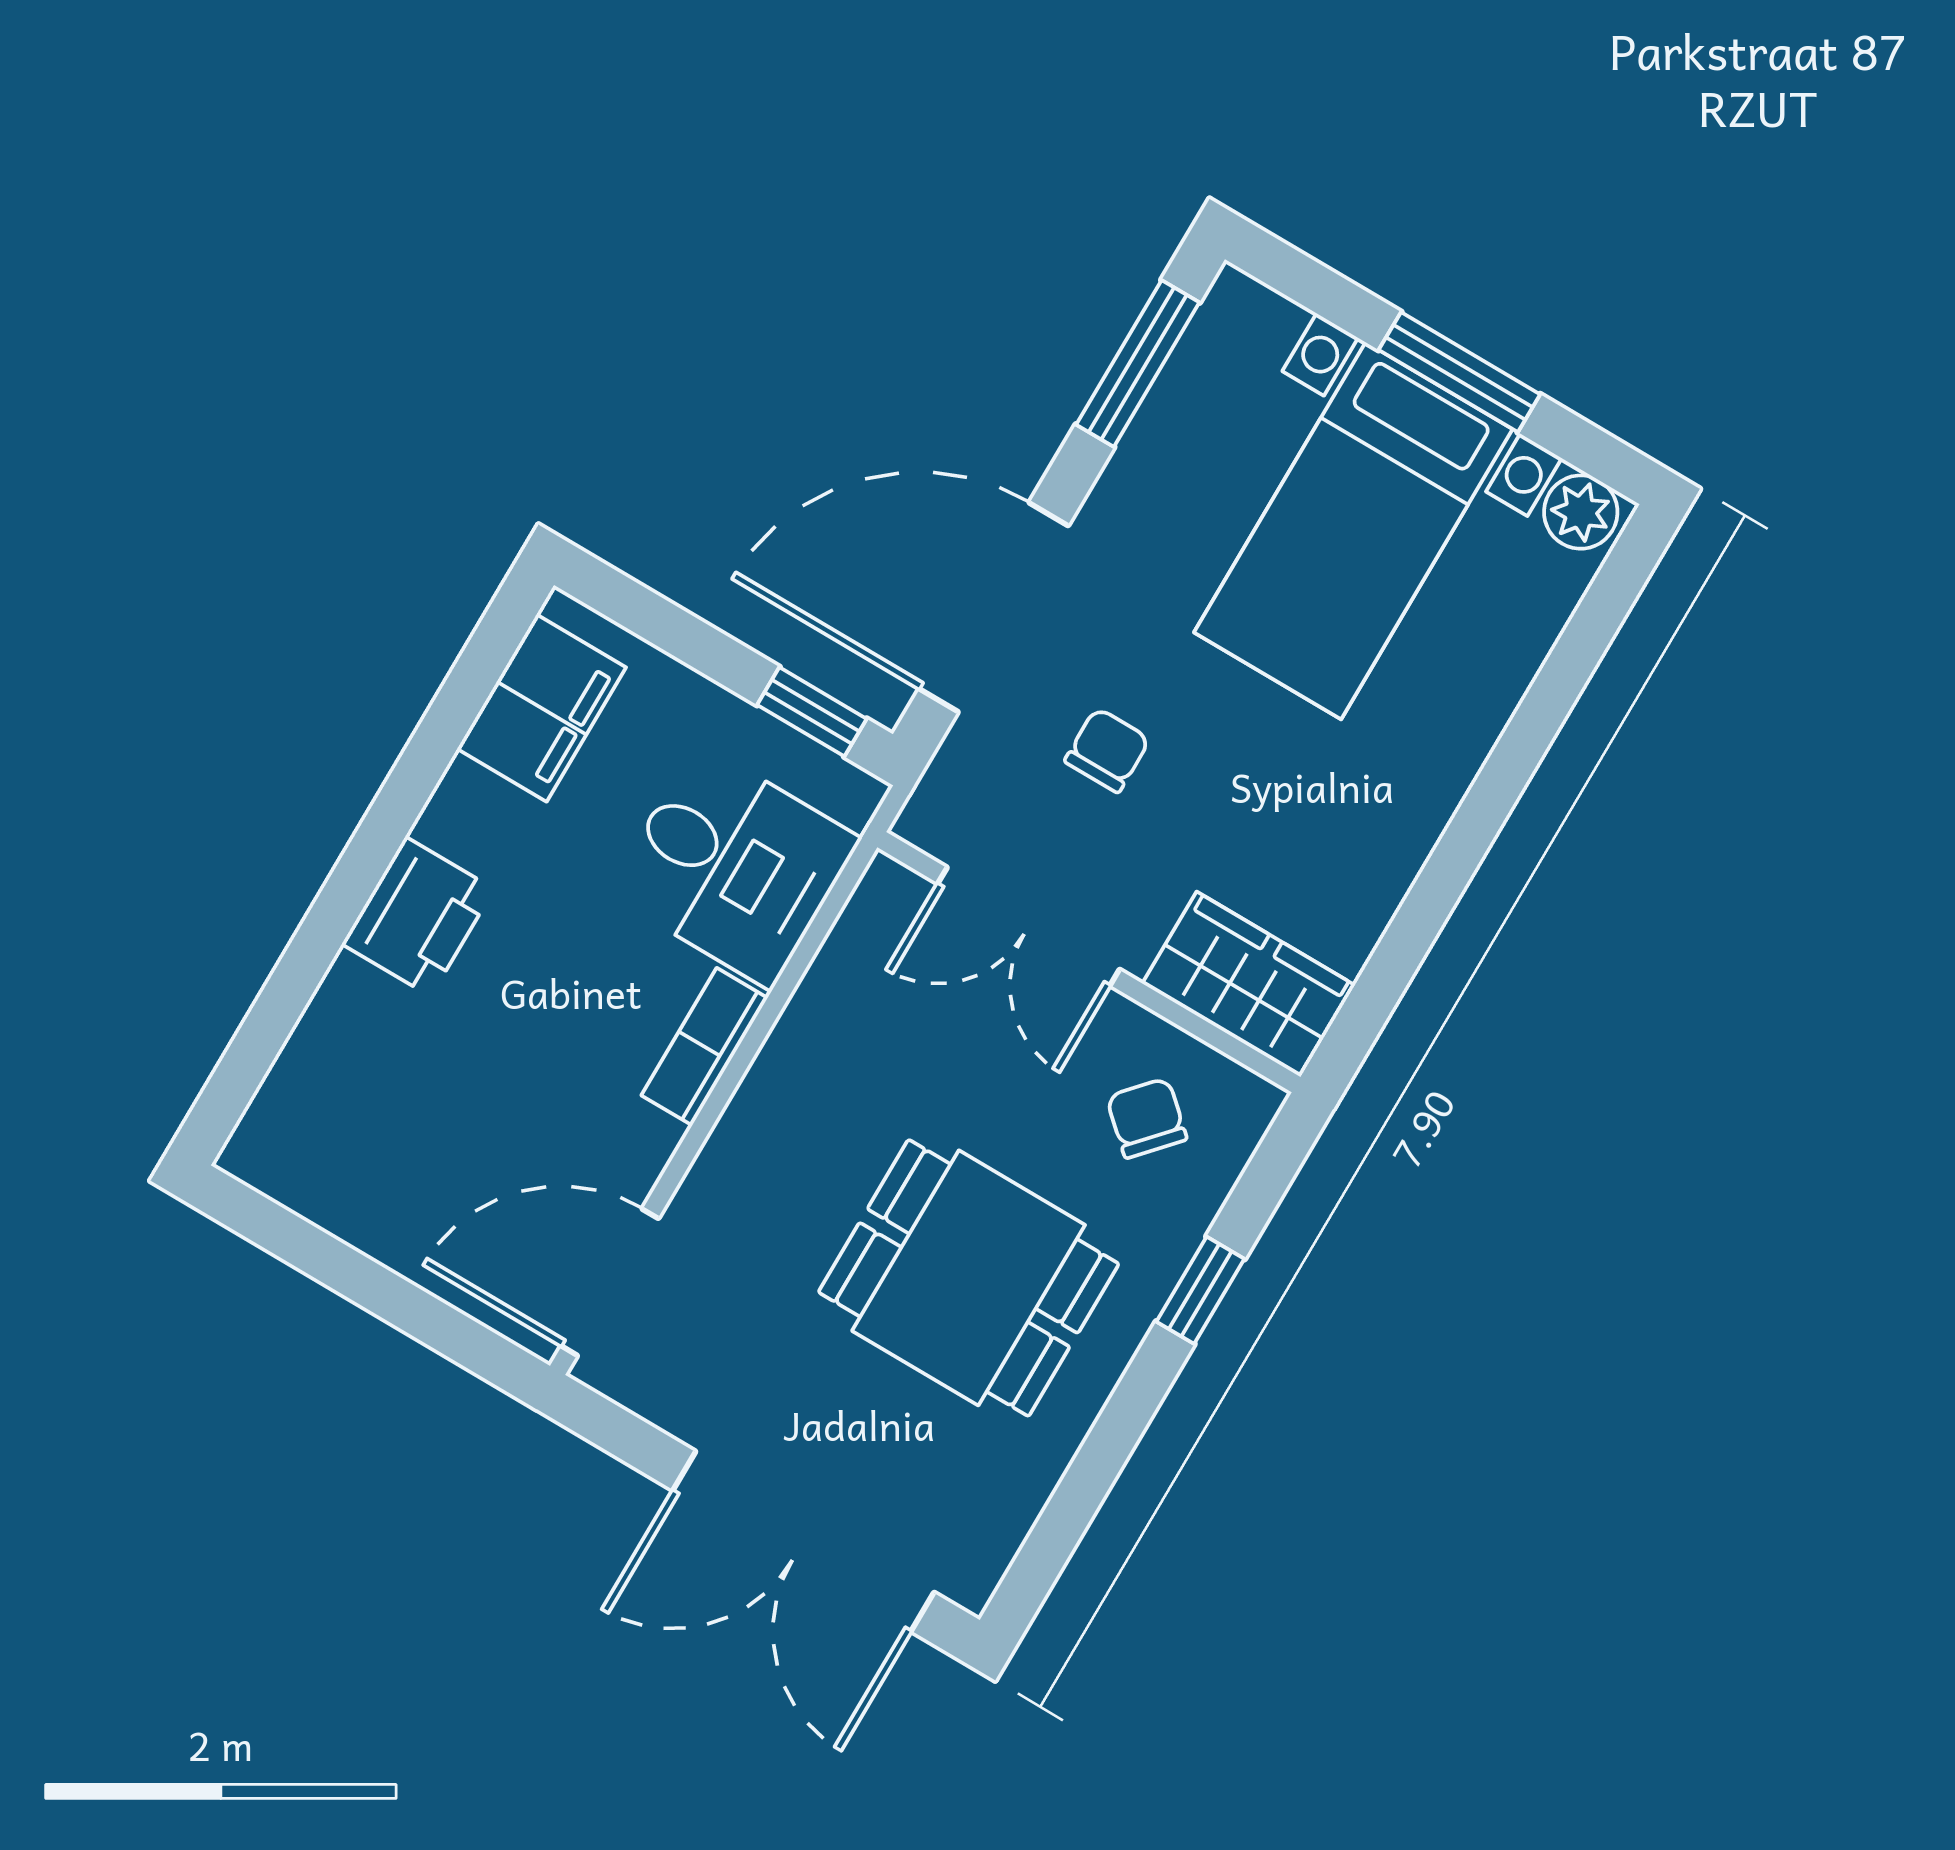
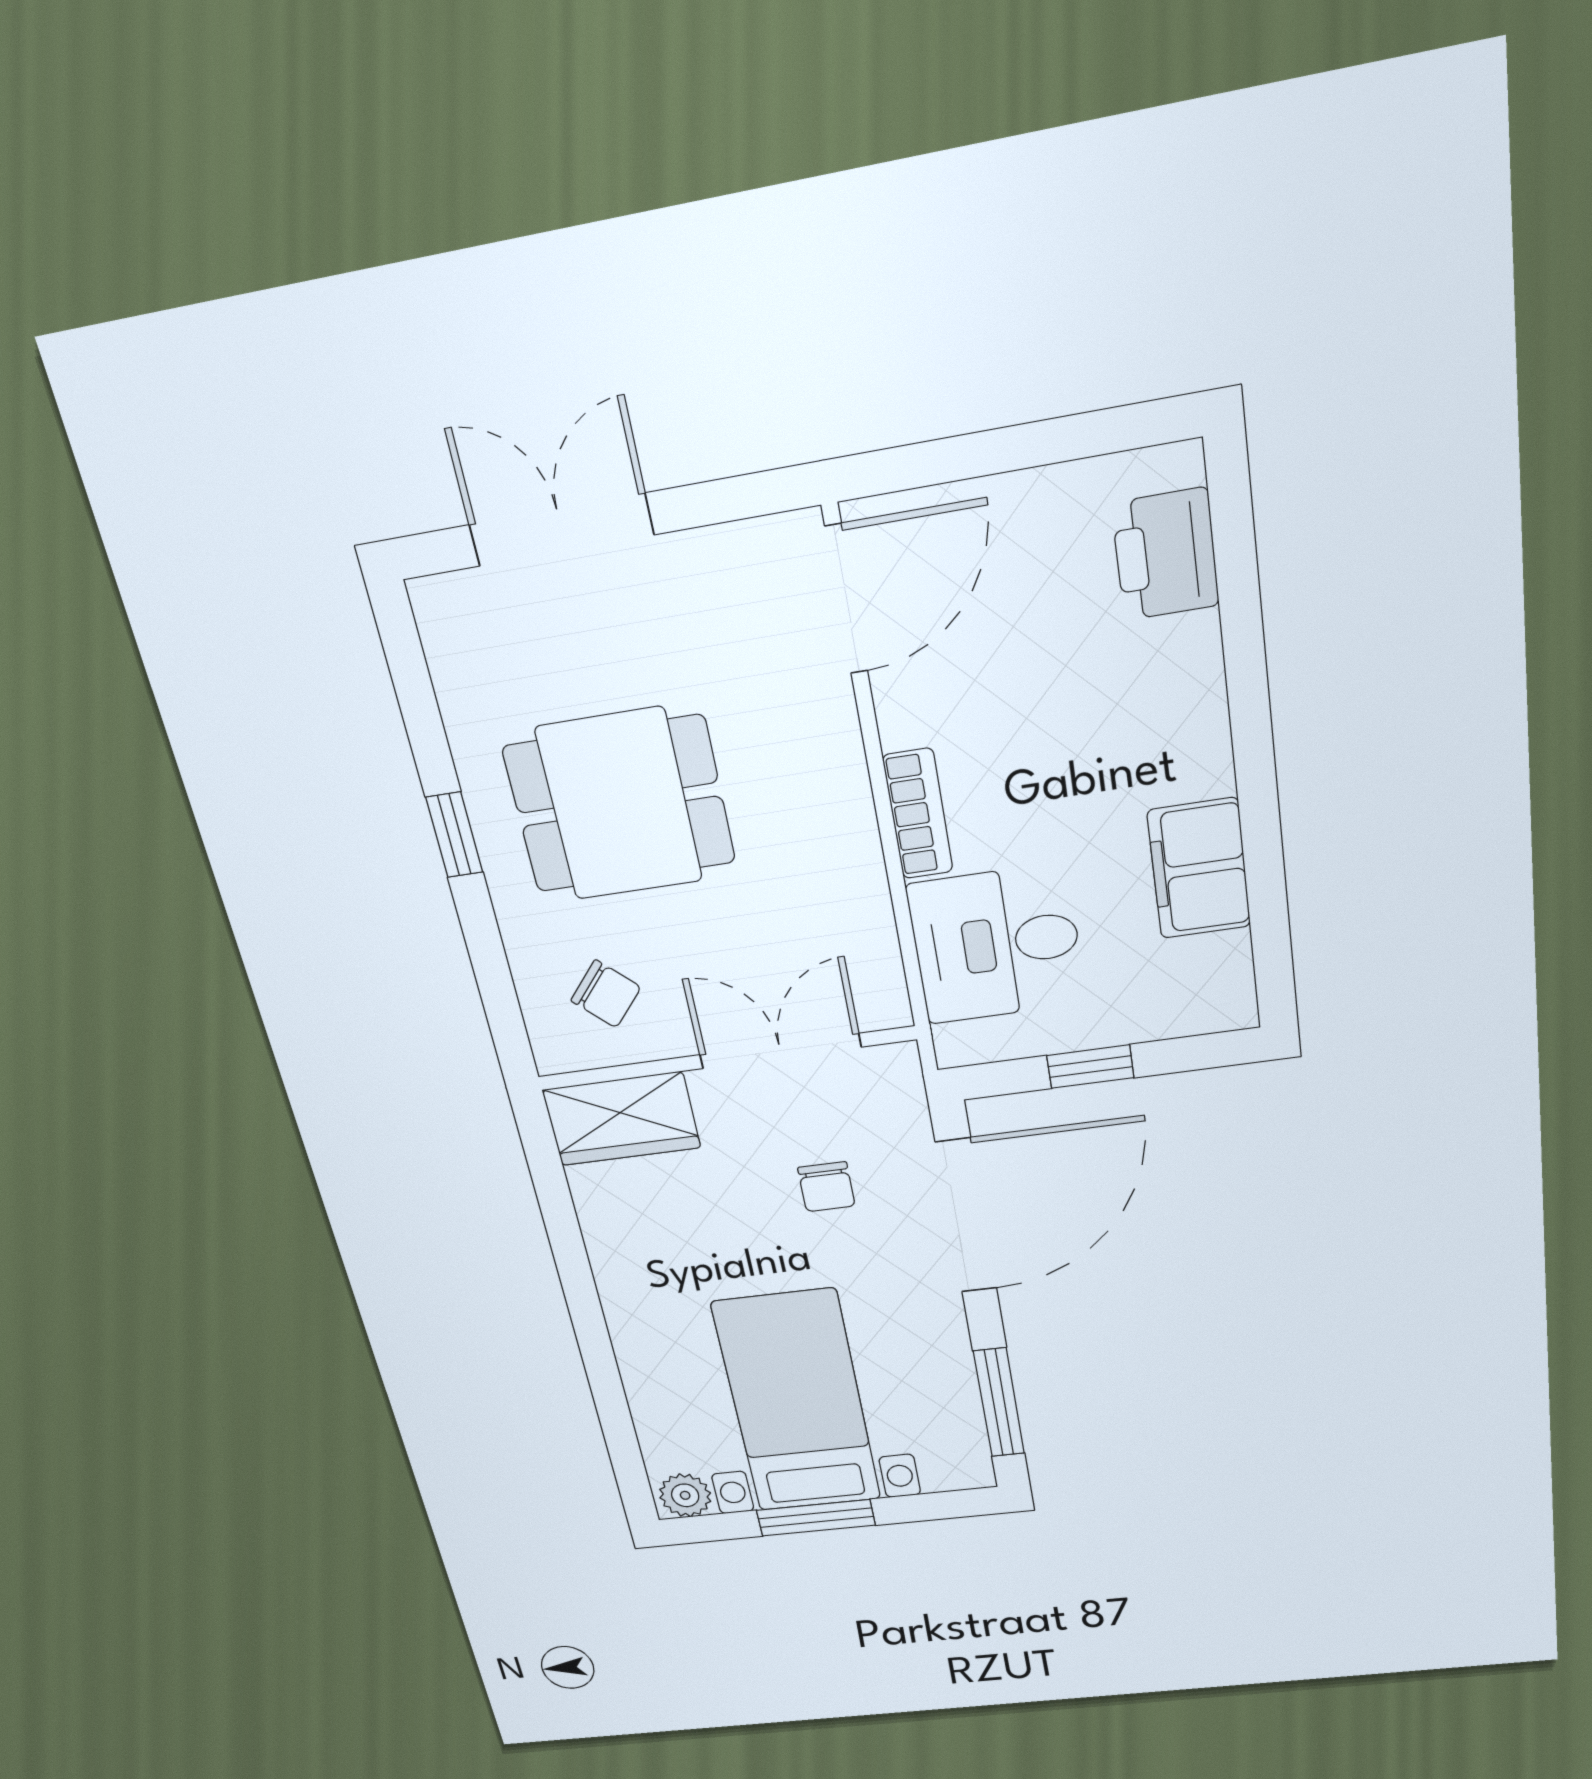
filing cabinet: (542, 708) -> (1199, 869), moved
window: (812, 712) -> (1090, 1067), moved
printer: (418, 916) -> (1165, 554), moved
window: (1200, 1290) -> (454, 835), moved
double door: (803, 1541) -> (561, 530), width x0.73

